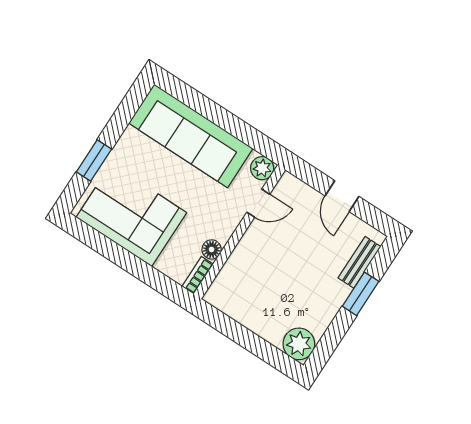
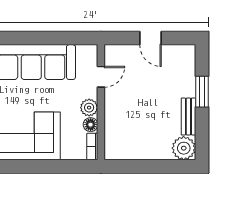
plant: (262, 168) -> (89, 108), moved
bench: (360, 262) -> (188, 116), moved

